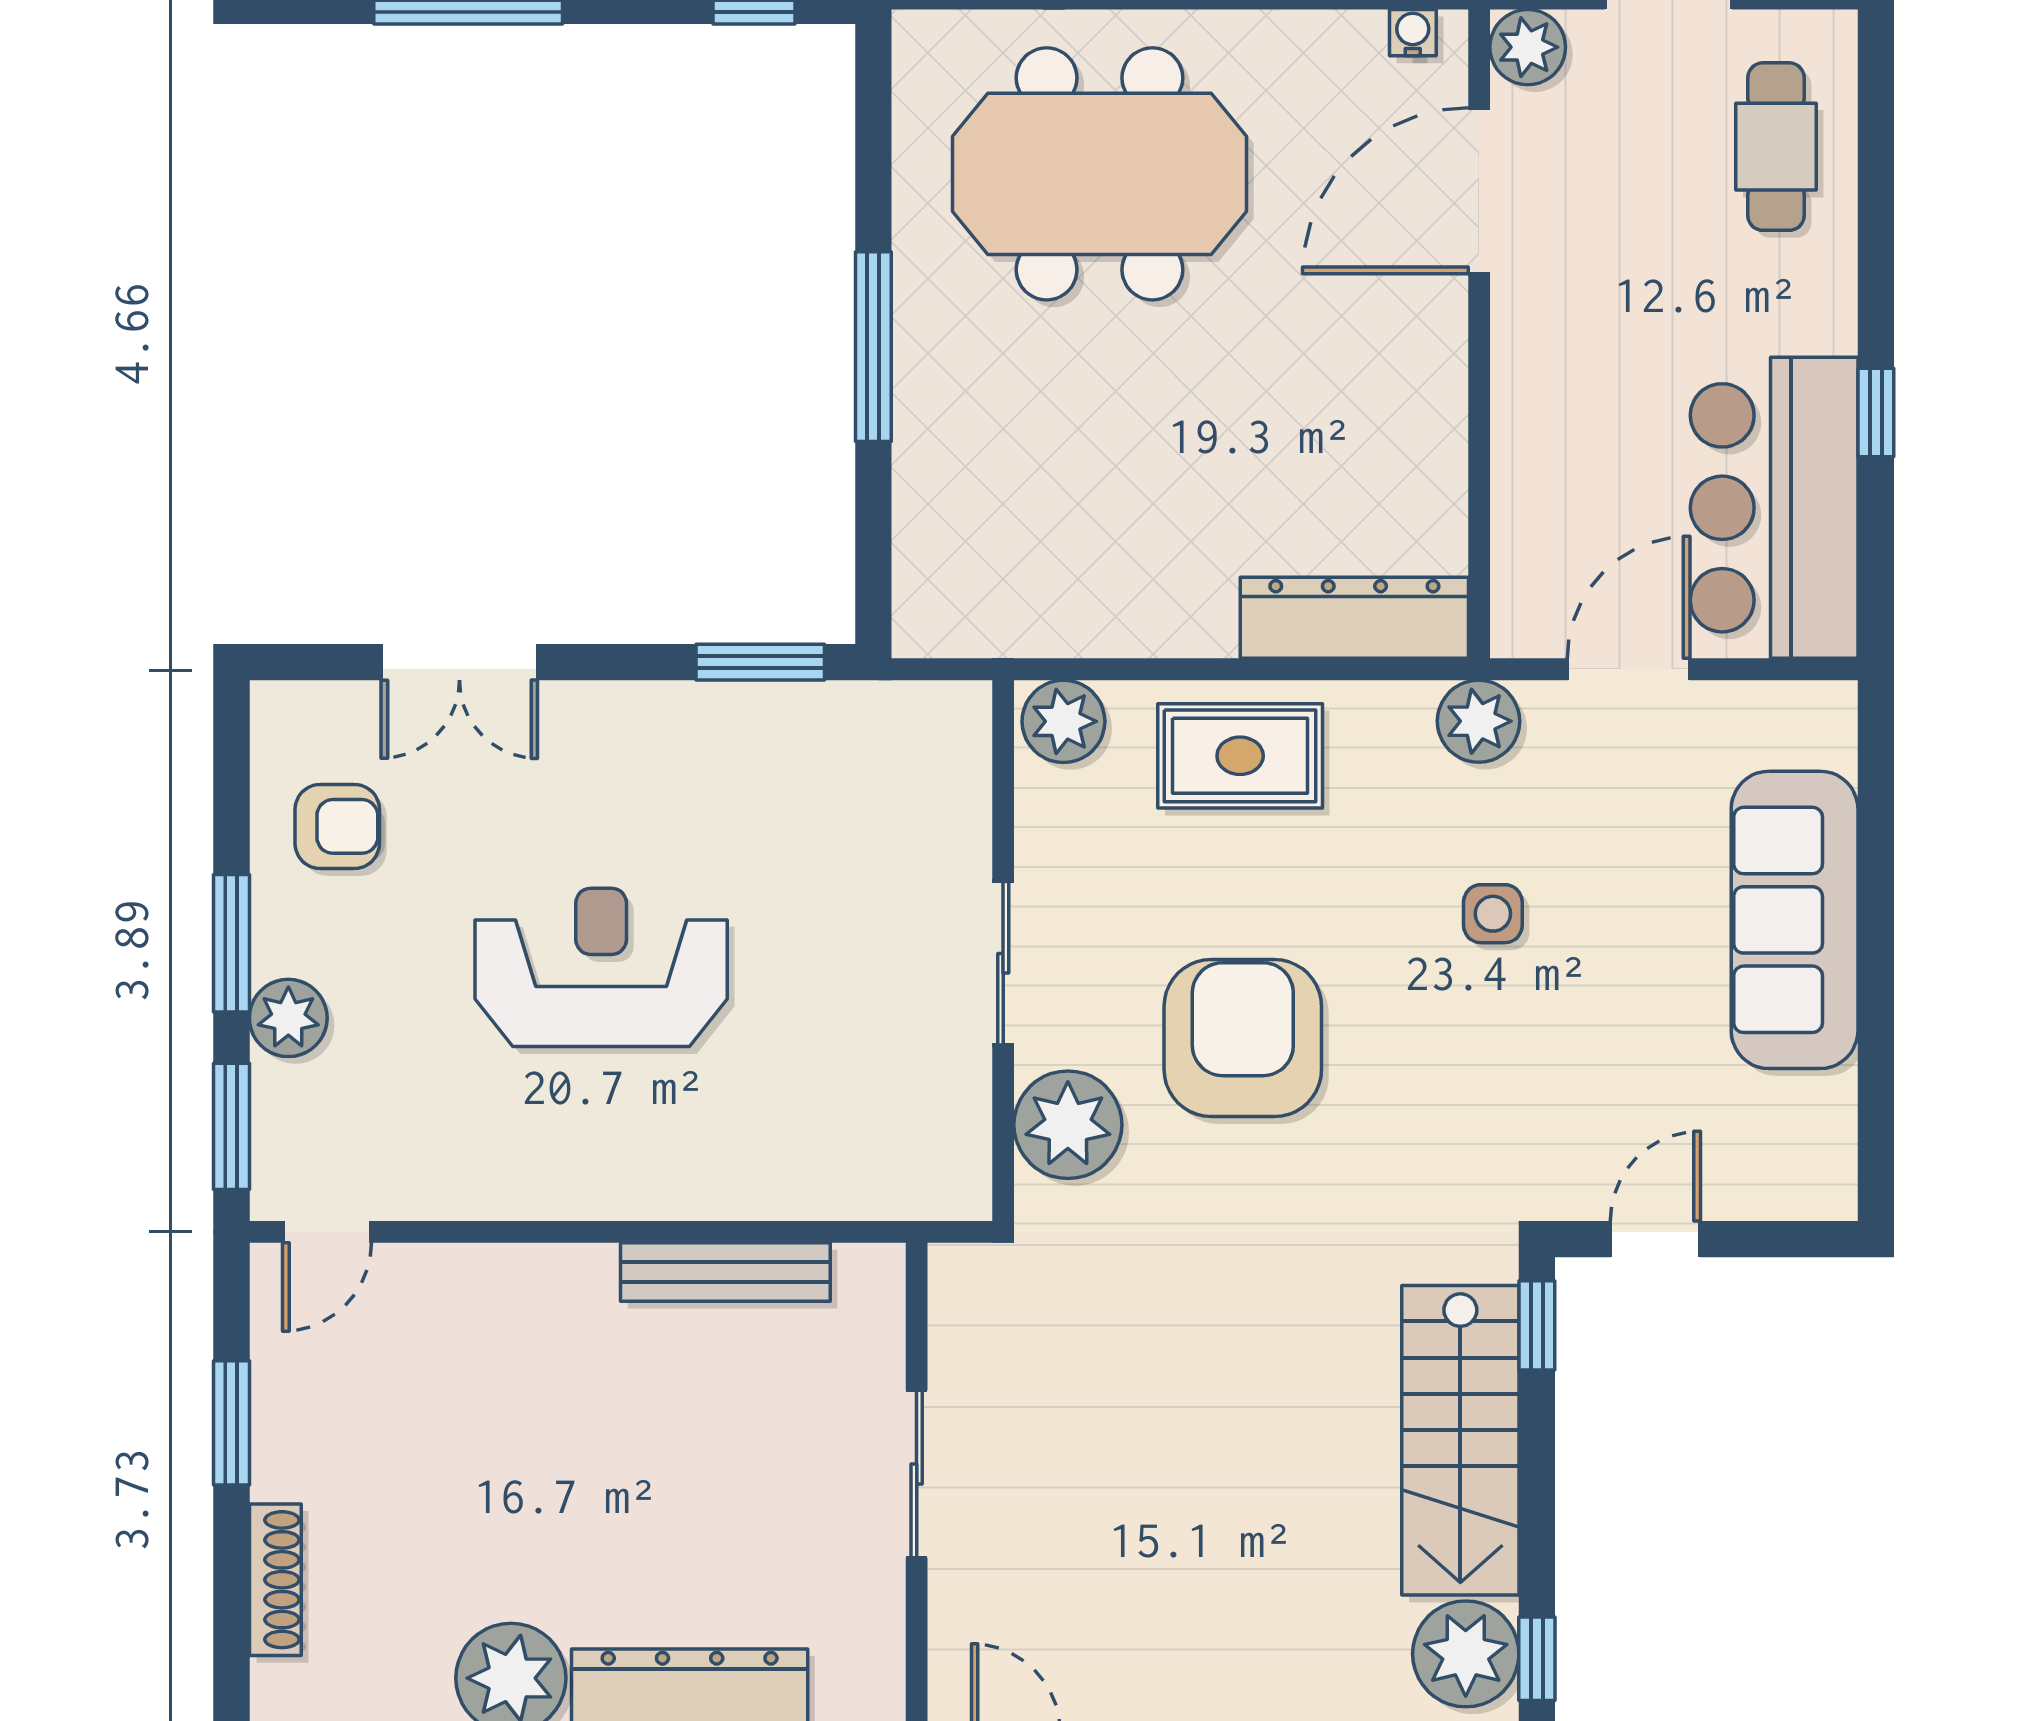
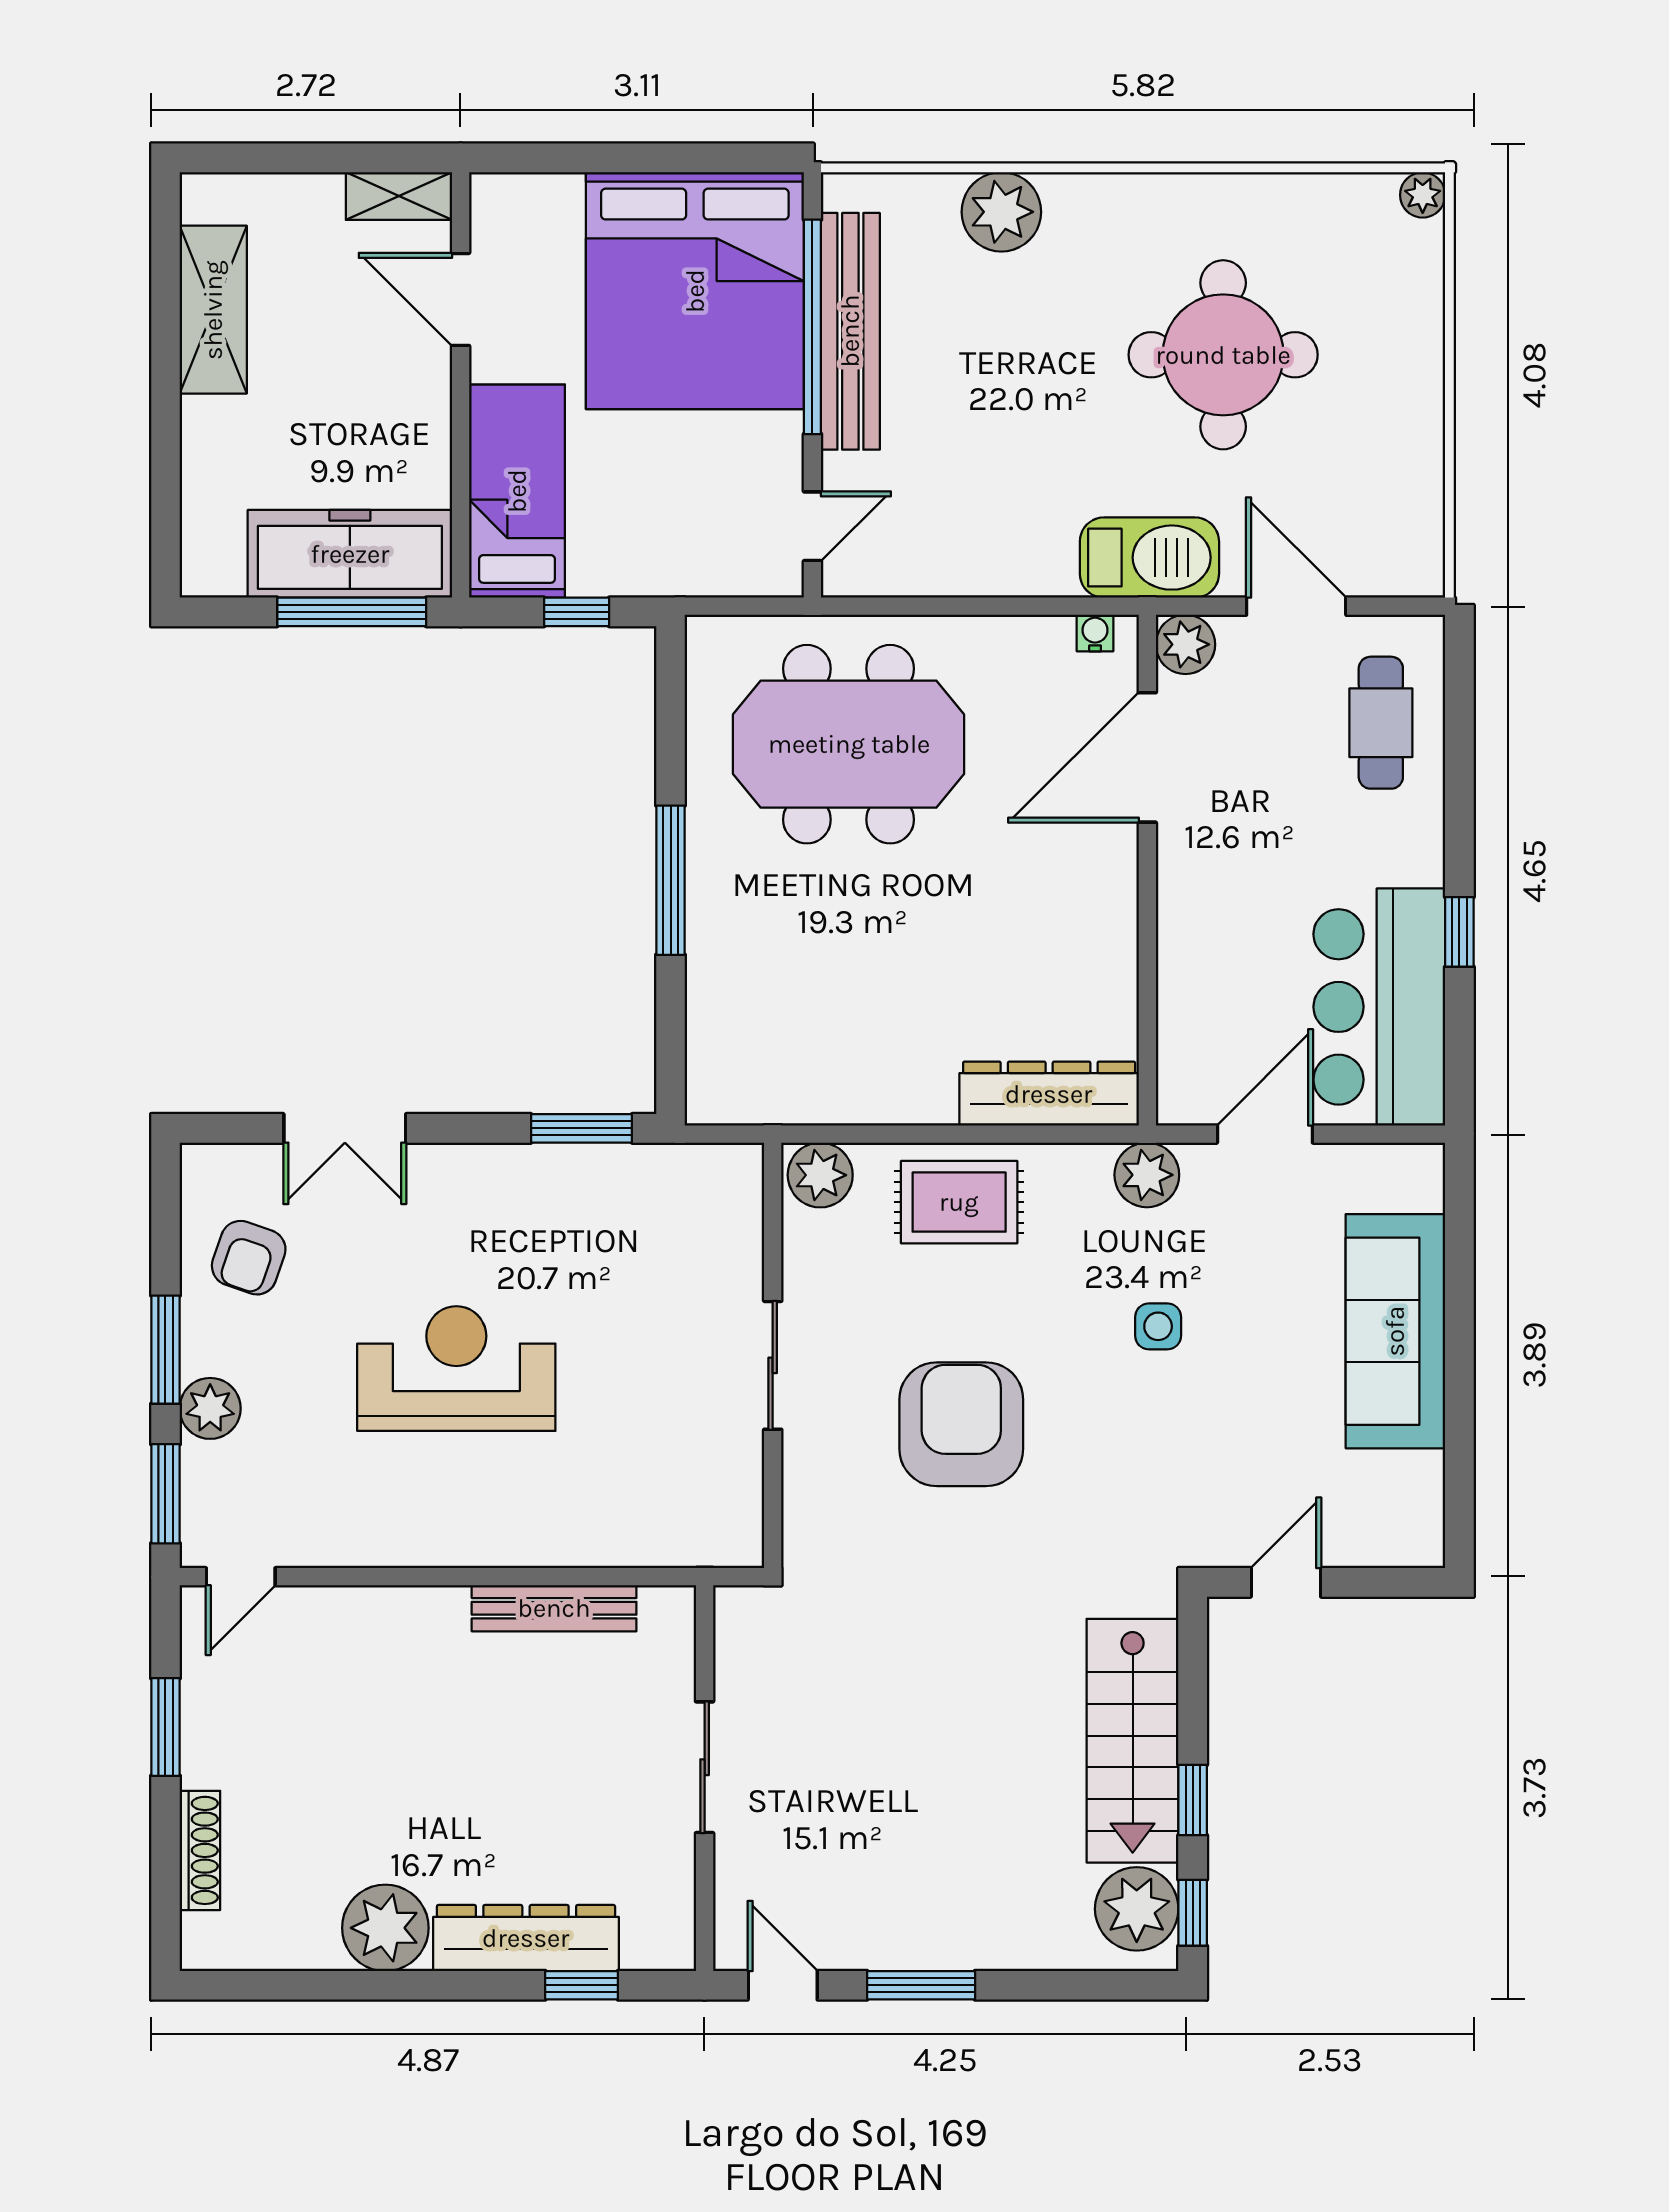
armchair: (337, 826) -> (249, 1258), turned 109
plant: (1068, 1125) -> (824, 1492), removed
window: (1537, 1325) -> (1193, 1800), moved

